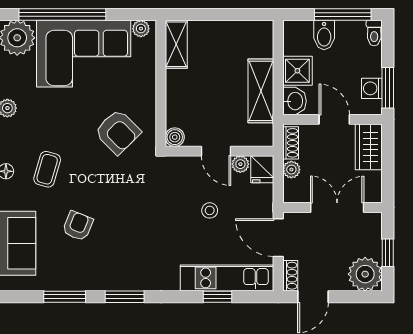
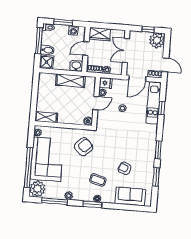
shower: (297, 71) -> (46, 62), moved
window: (388, 88) -> (63, 22), moved

